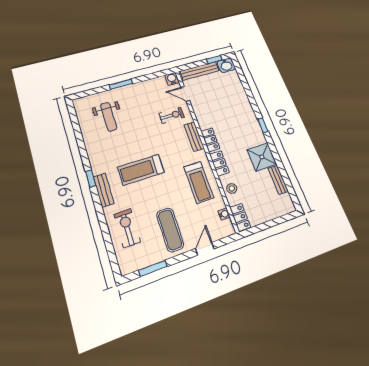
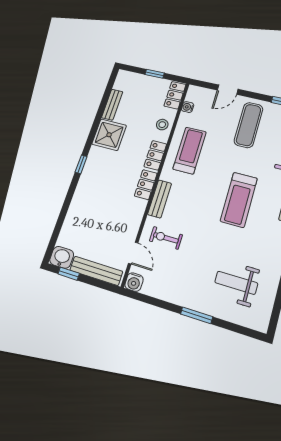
weight bench: (109, 117) -> (236, 283), turned -90
treadmill: (141, 170) -> (239, 200), turned 90
window: (268, 225) -> (155, 74), added

